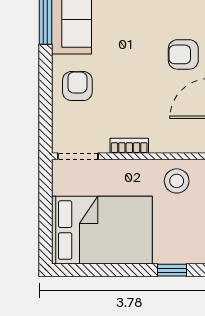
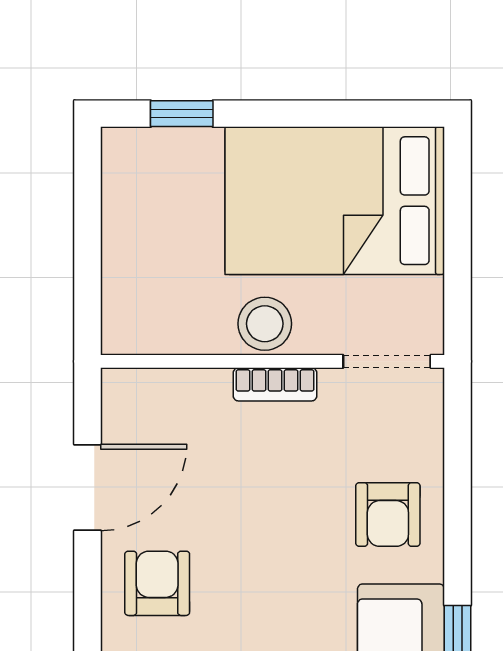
armchair: (183, 54) -> (157, 583), turned -90
stool: (177, 181) -> (265, 324), moved

